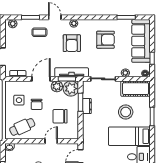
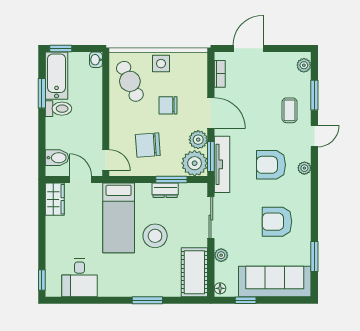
armchair: (106, 40) -> (277, 222), turned 90
side table: (19, 100) -> (161, 64), moved
stool: (126, 112) -> (155, 236), moved
chair: (60, 116) -> (148, 145), turned -94
bed: (129, 136) -> (119, 218), moved, turned 180
door: (51, 141) -> (106, 160), moved

